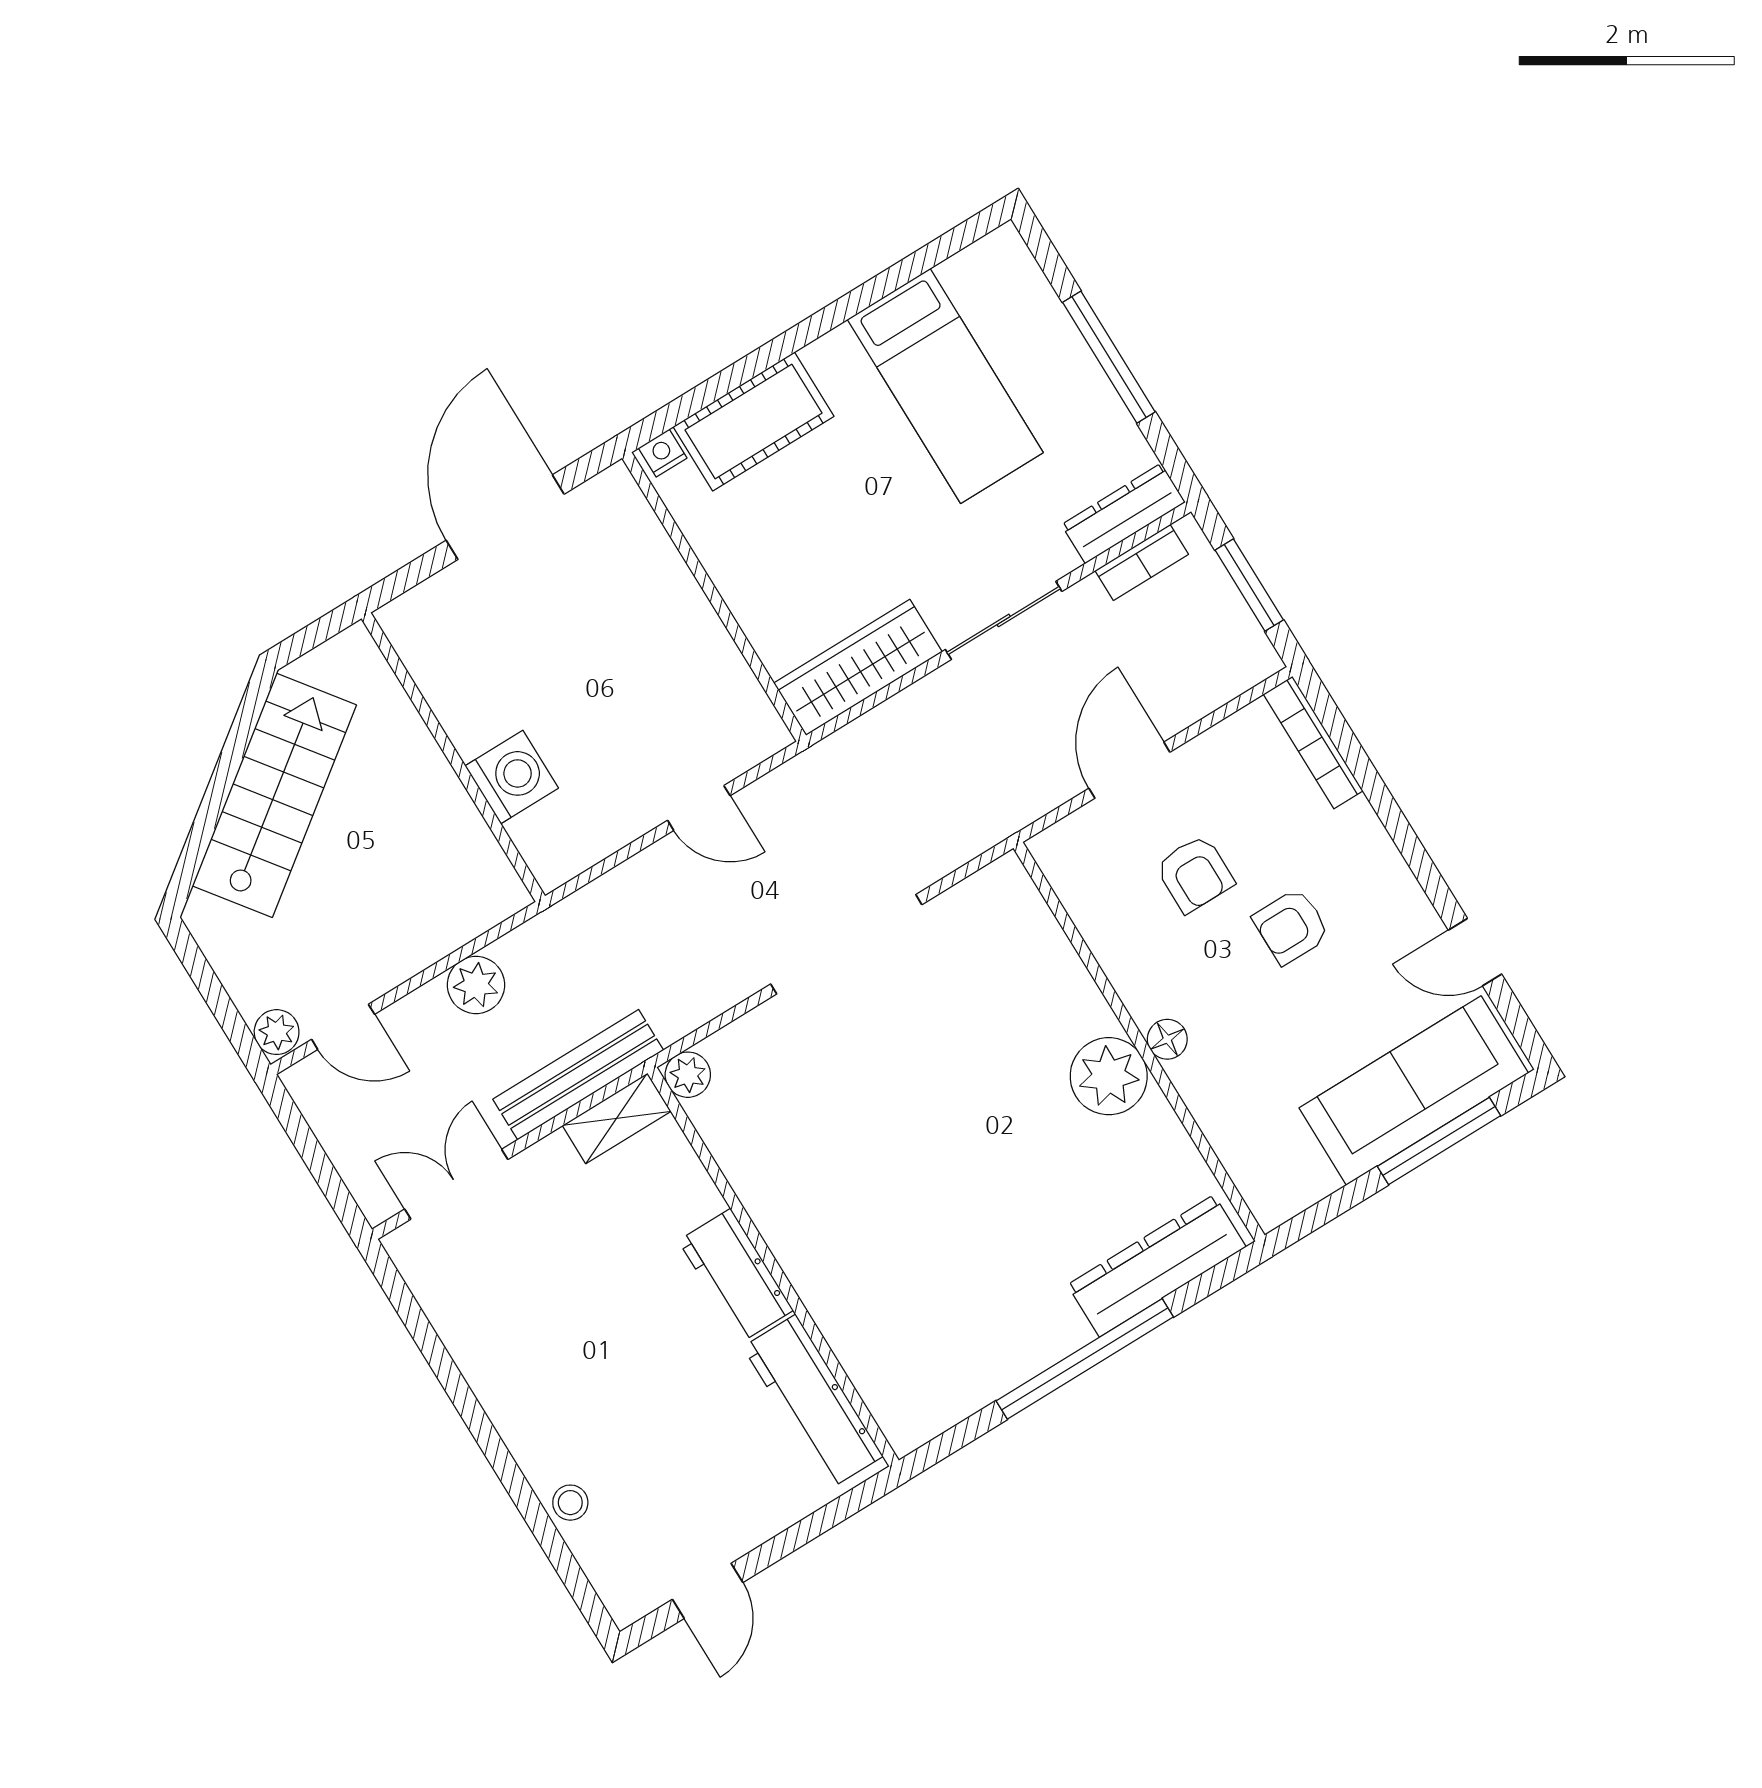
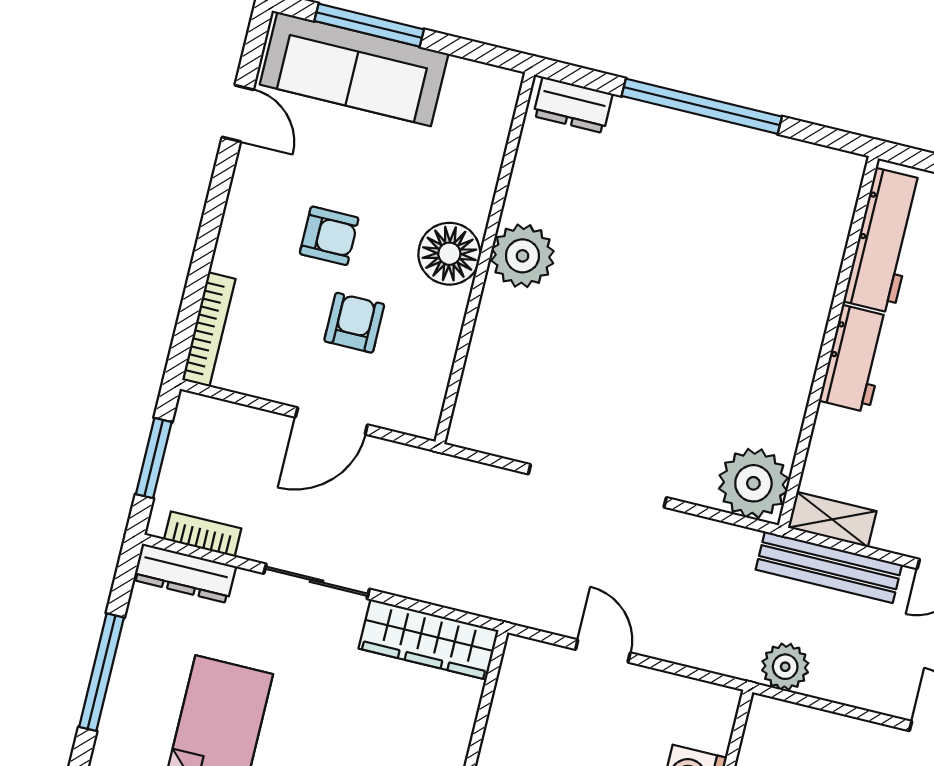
plant: (476, 985) -> (785, 667), moved
floor lamp: (1167, 1039) -> (449, 254), width x1.89, depth x1.89
plant: (688, 1075) -> (753, 483), width x1.87, depth x1.87
dresser: (1157, 1266) -> (573, 105), width x0.51, depth x0.80

